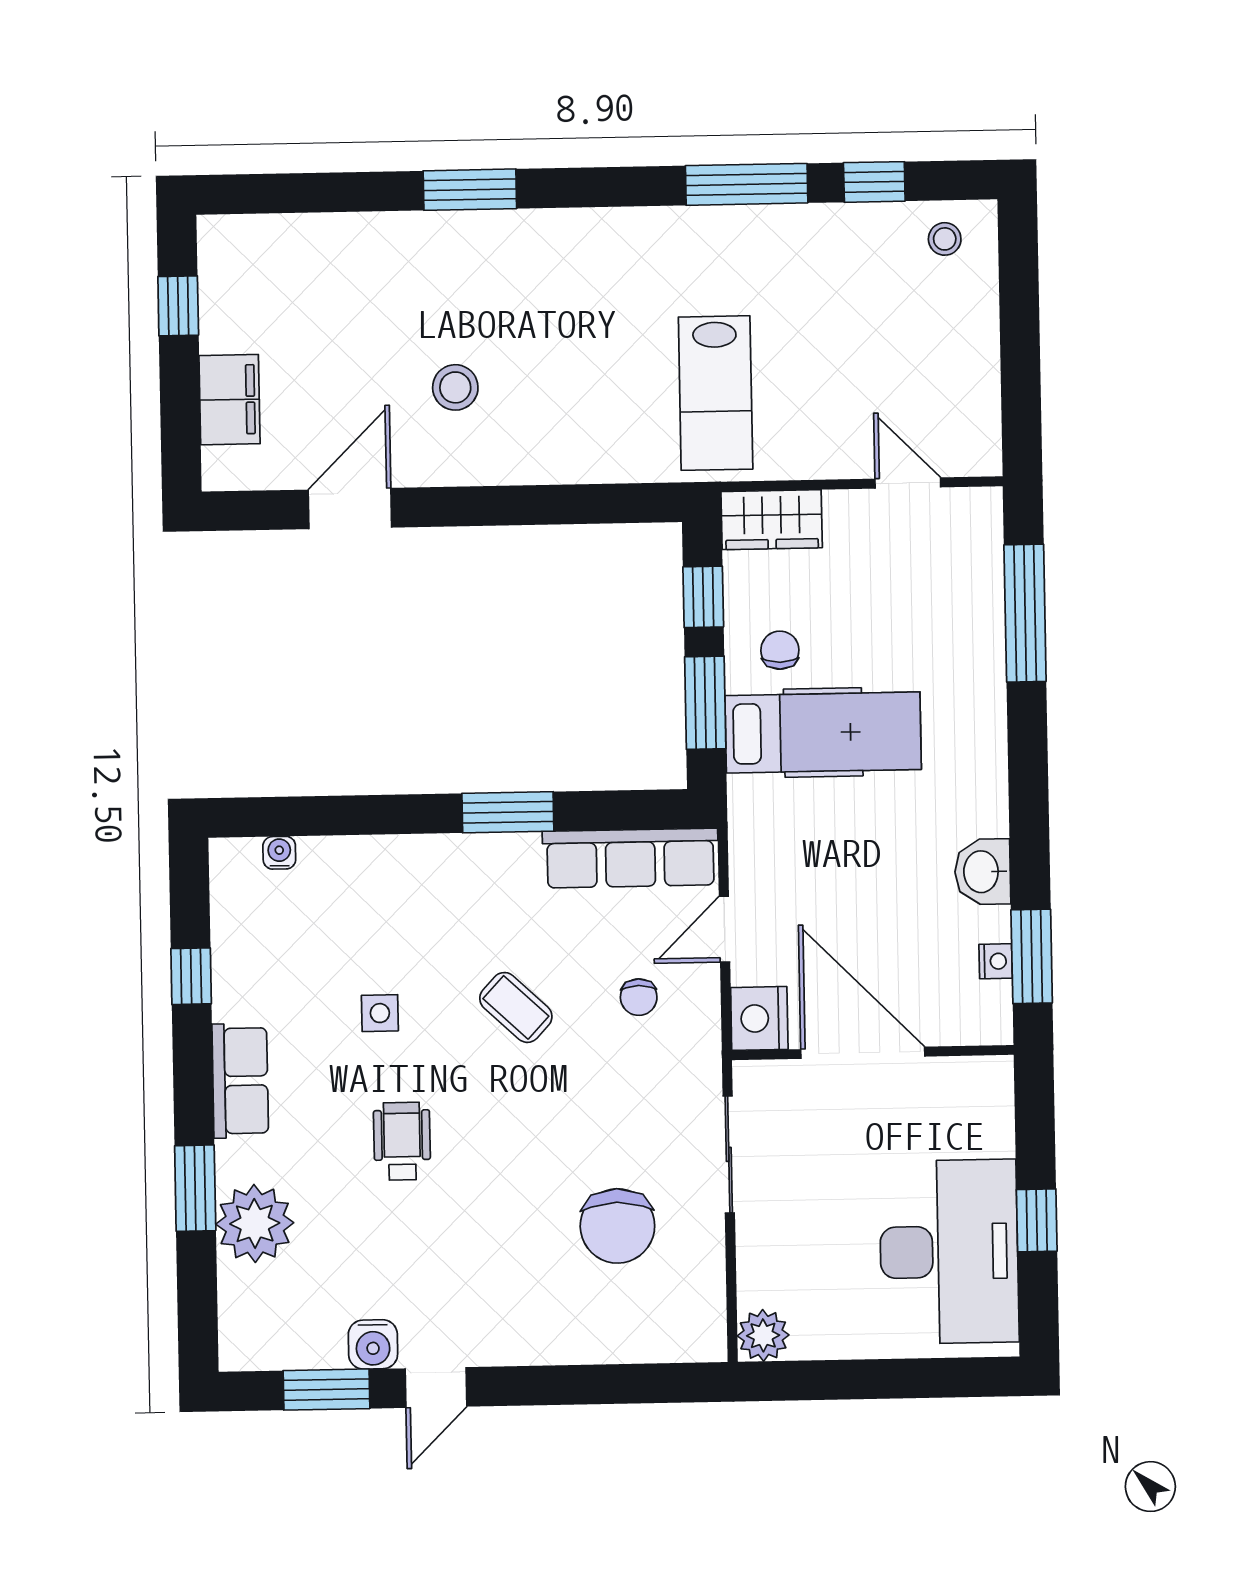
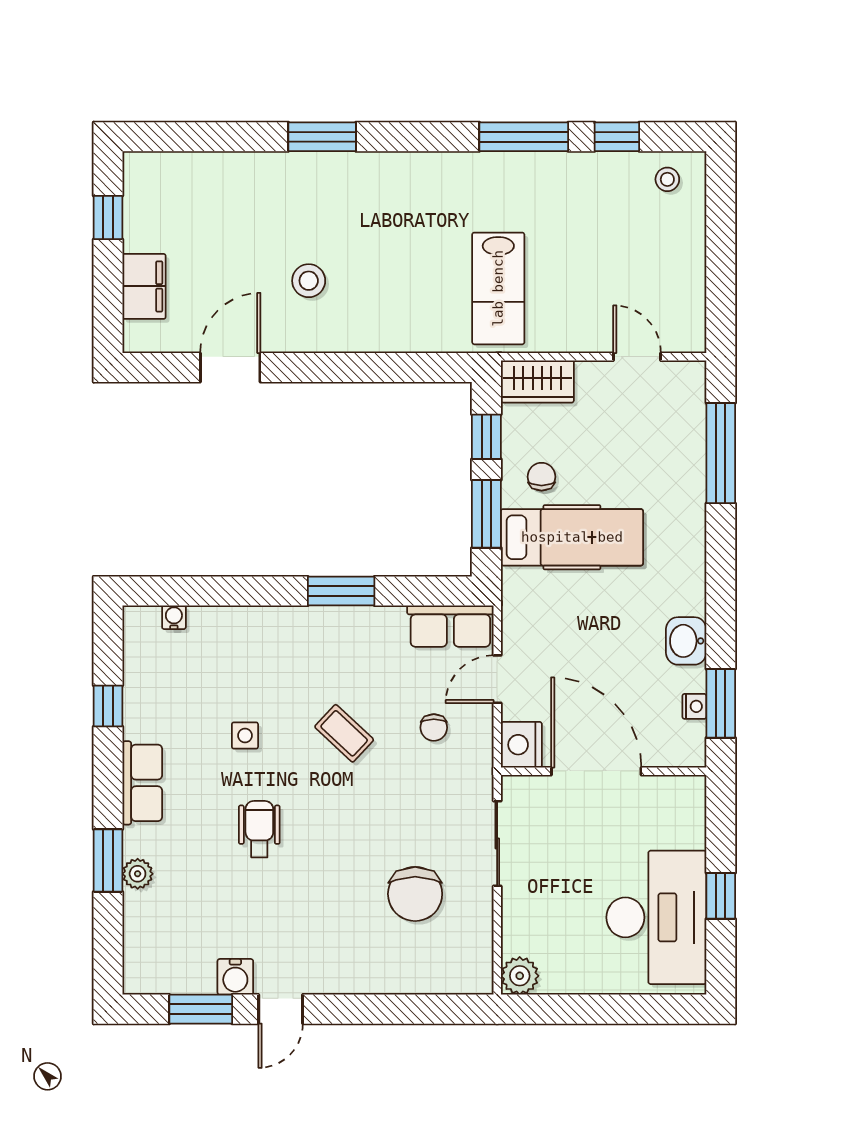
row of seats: (630, 858) -> (450, 626), width x0.68
plant: (255, 1223) -> (138, 874), width x0.53, depth x0.53

